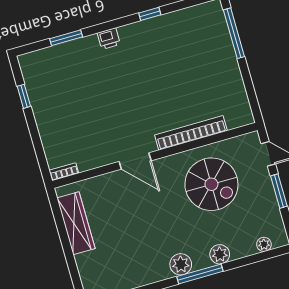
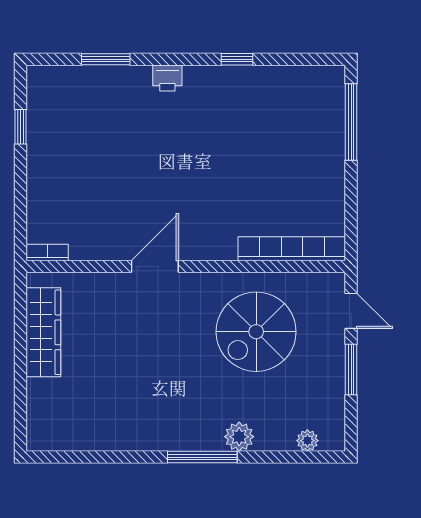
bookcase: (191, 133) -> (292, 249), moved
door: (135, 161) -> (155, 266), swing flipped
spiral stairs: (211, 184) -> (256, 332), turned 90
plant: (181, 264) -> (178, 435), removed

